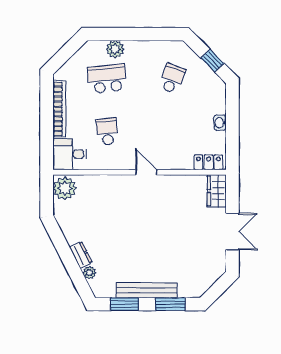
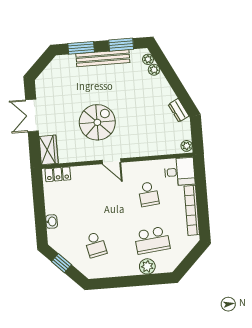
school desk: (172, 79) -> (96, 245), turned -33
washbasin: (220, 123) -> (52, 222), moved
plant: (65, 188) -> (187, 146), width x0.53, depth x0.53
spiral stairs: (159, 218) -> (97, 122), added
dresser: (81, 255) -> (178, 110), moved
plant: (95, 285) -> (148, 59), added

